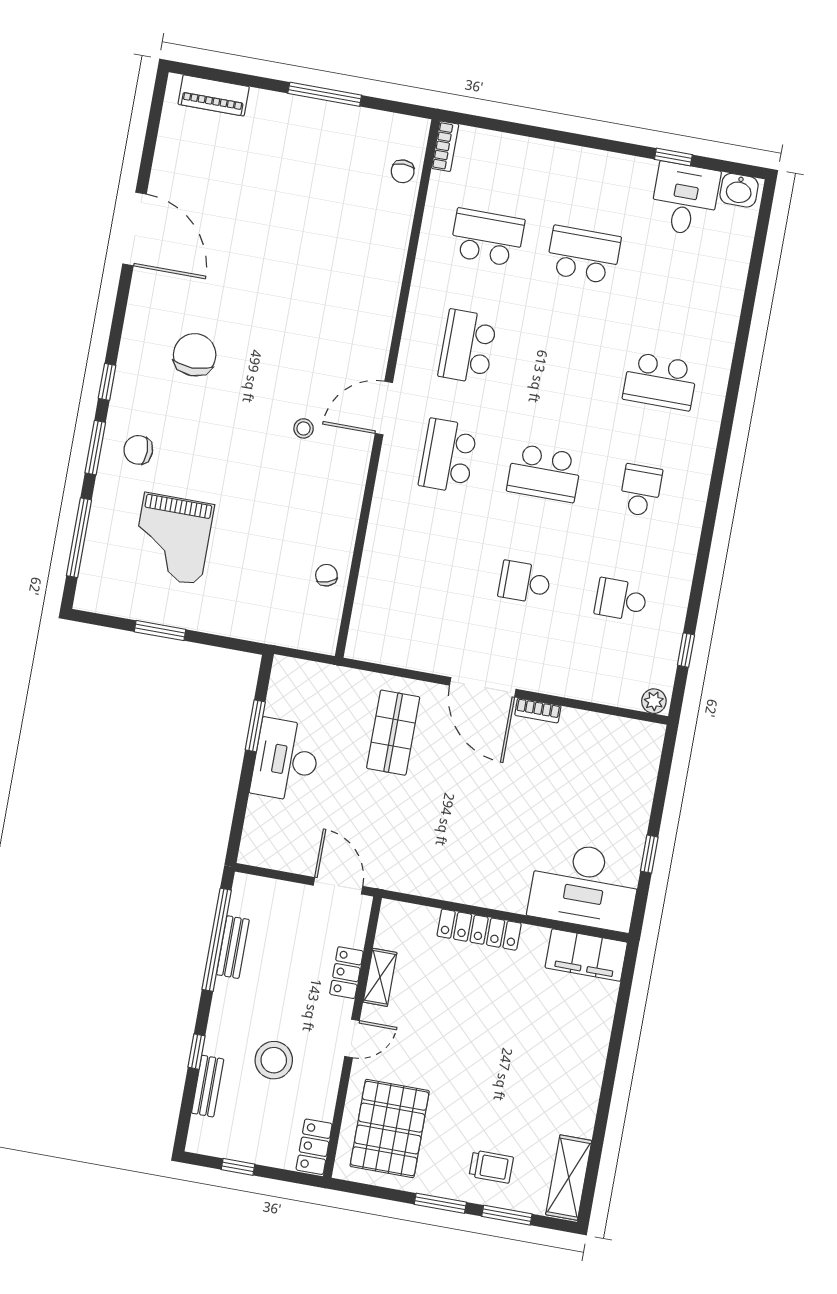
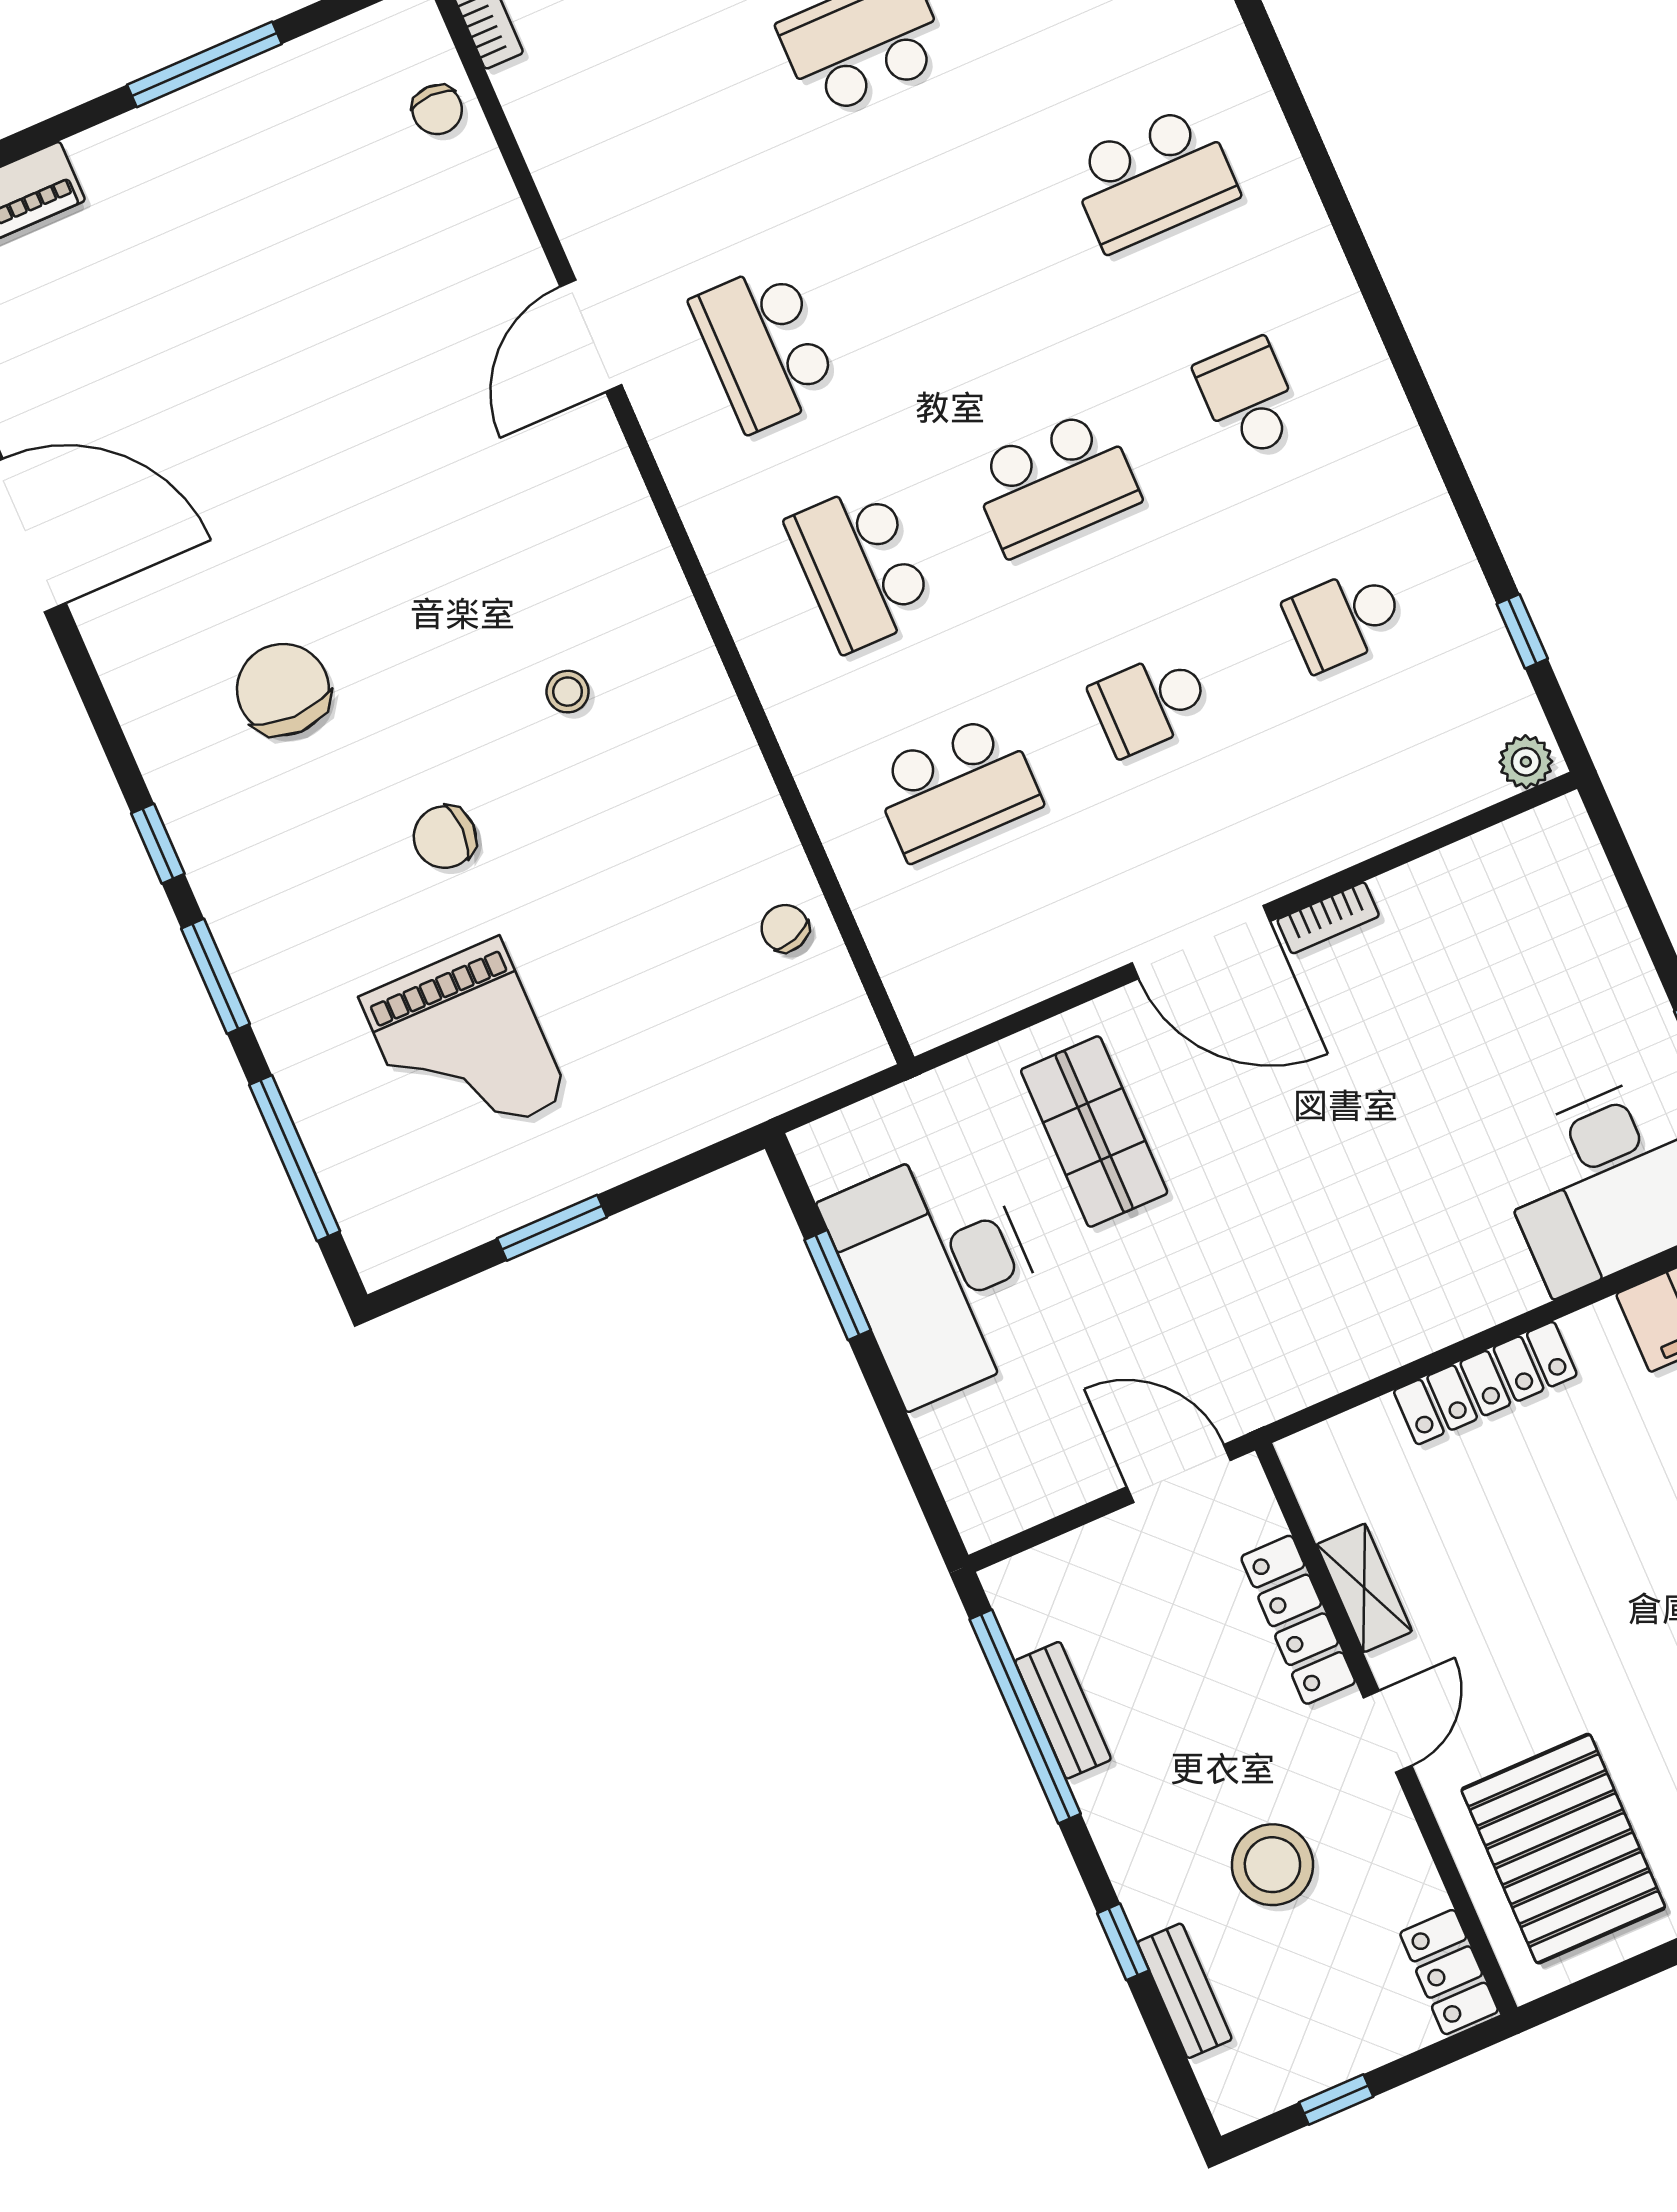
school desk: (487, 237) -> (956, 787), moved, turned 180
door: (384, 408) -> (591, 336), moved
chair: (138, 450) -> (445, 837), moved
desk: (286, 760) -> (940, 1274), width x1.36, depth x1.30
locker: (346, 973) -> (1298, 1620), width x1.53

